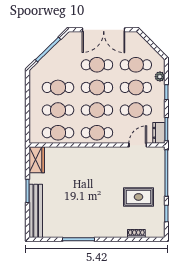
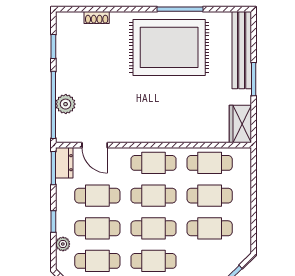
door: (138, 145) -> (95, 145), hinge flipped
plant: (158, 174) -> (66, 104), added
rug: (138, 197) -> (169, 47), moved, width x1.86, depth x2.06

